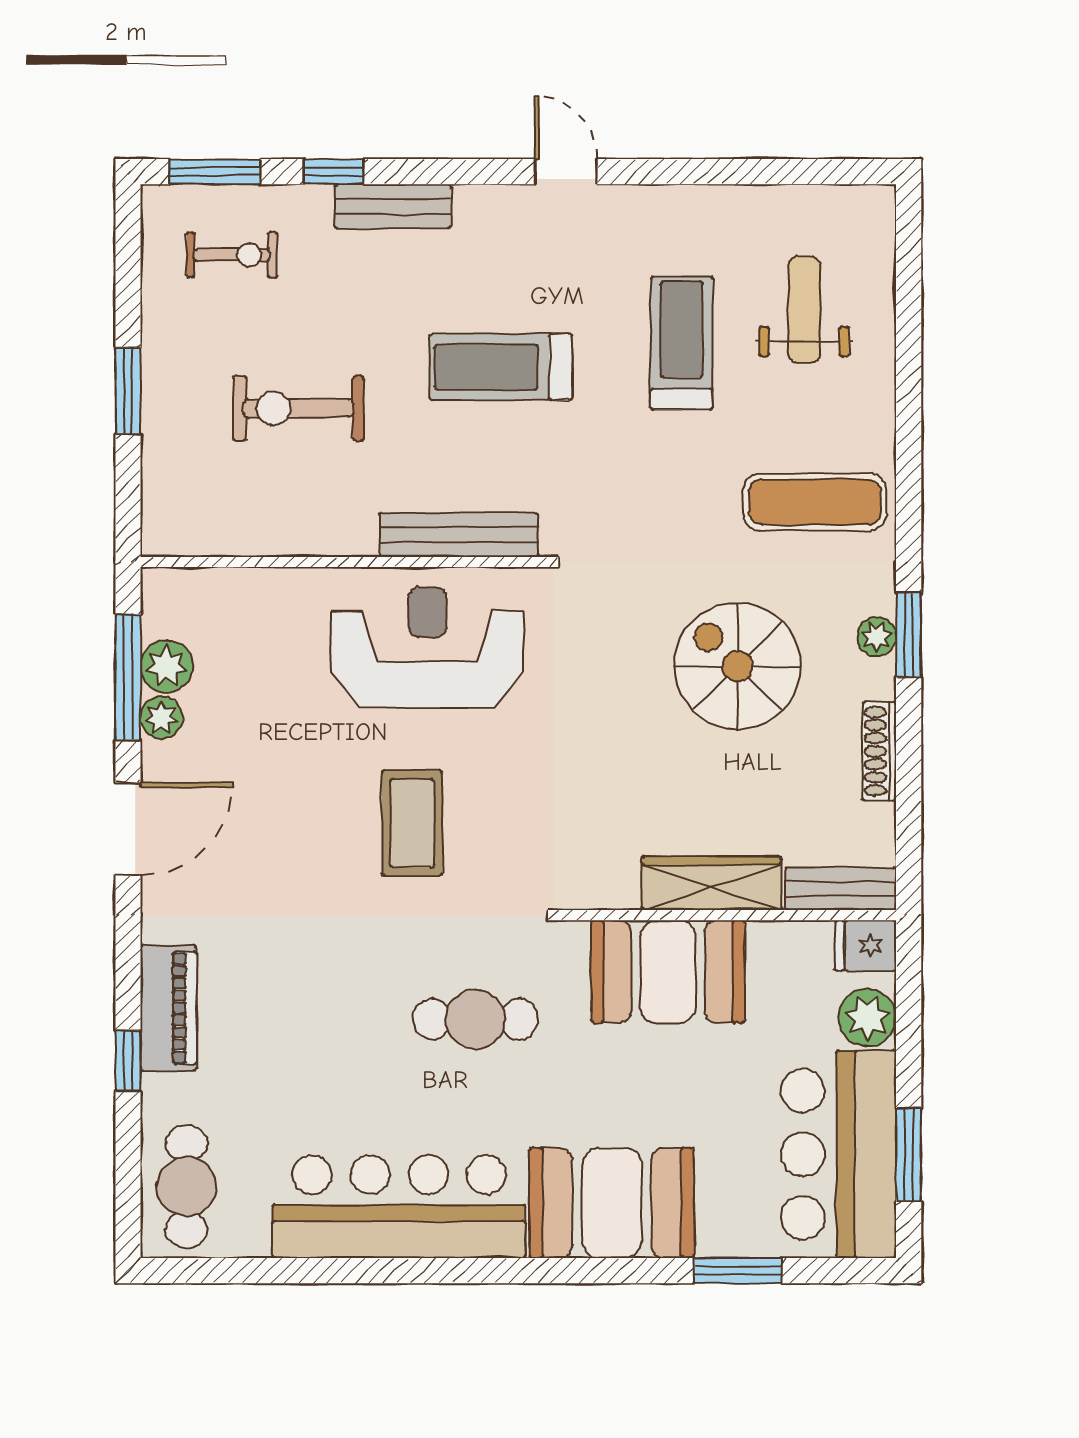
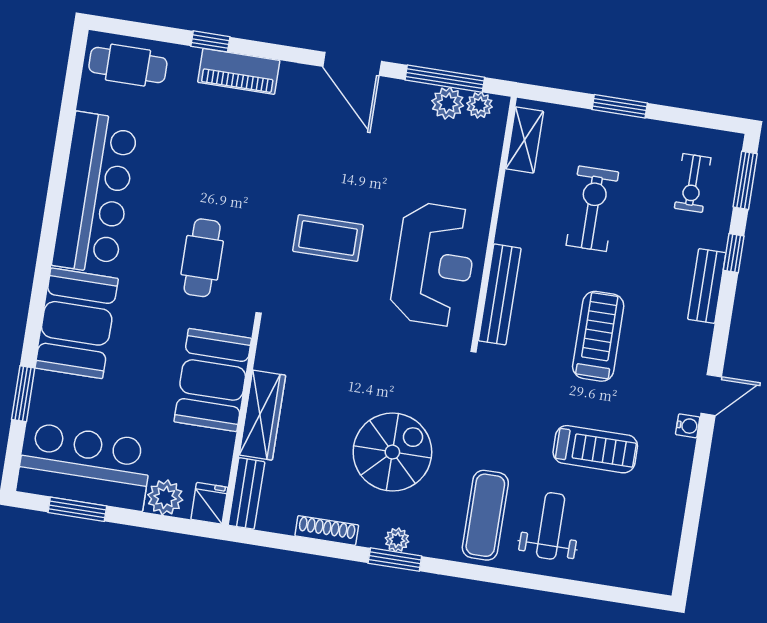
water cooler: (621, 201) -> (688, 426), added
weight bench: (804, 309) -> (551, 526), moved, turned -90
shelving: (206, 534) -> (525, 140), added
plant: (162, 718) -> (480, 105), moved

